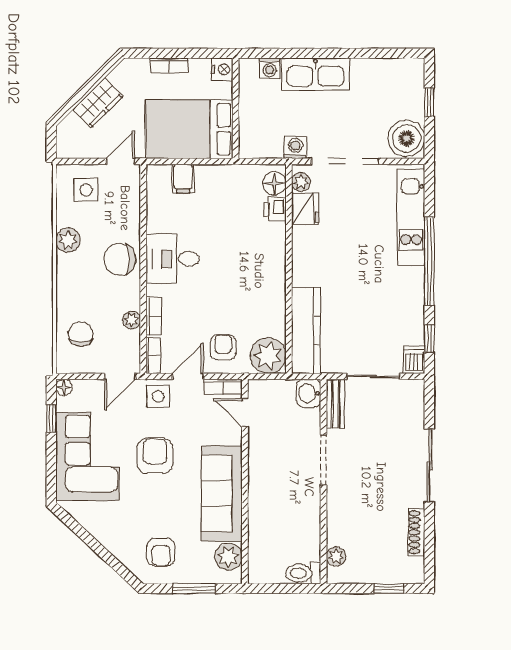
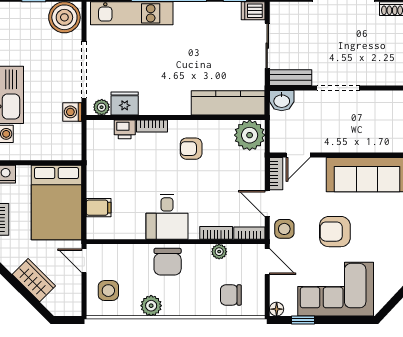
floor lamp: (274, 183) -> (103, 130), removed
bookcase: (279, 241) -> (152, 126), added
armchair: (223, 347) -> (191, 149), moved

